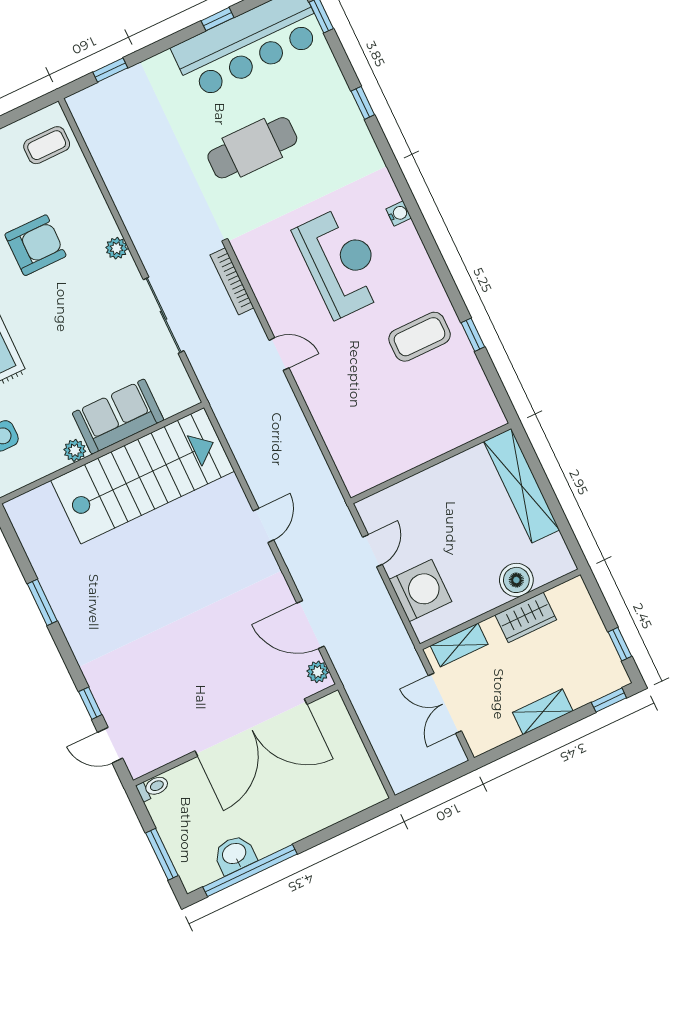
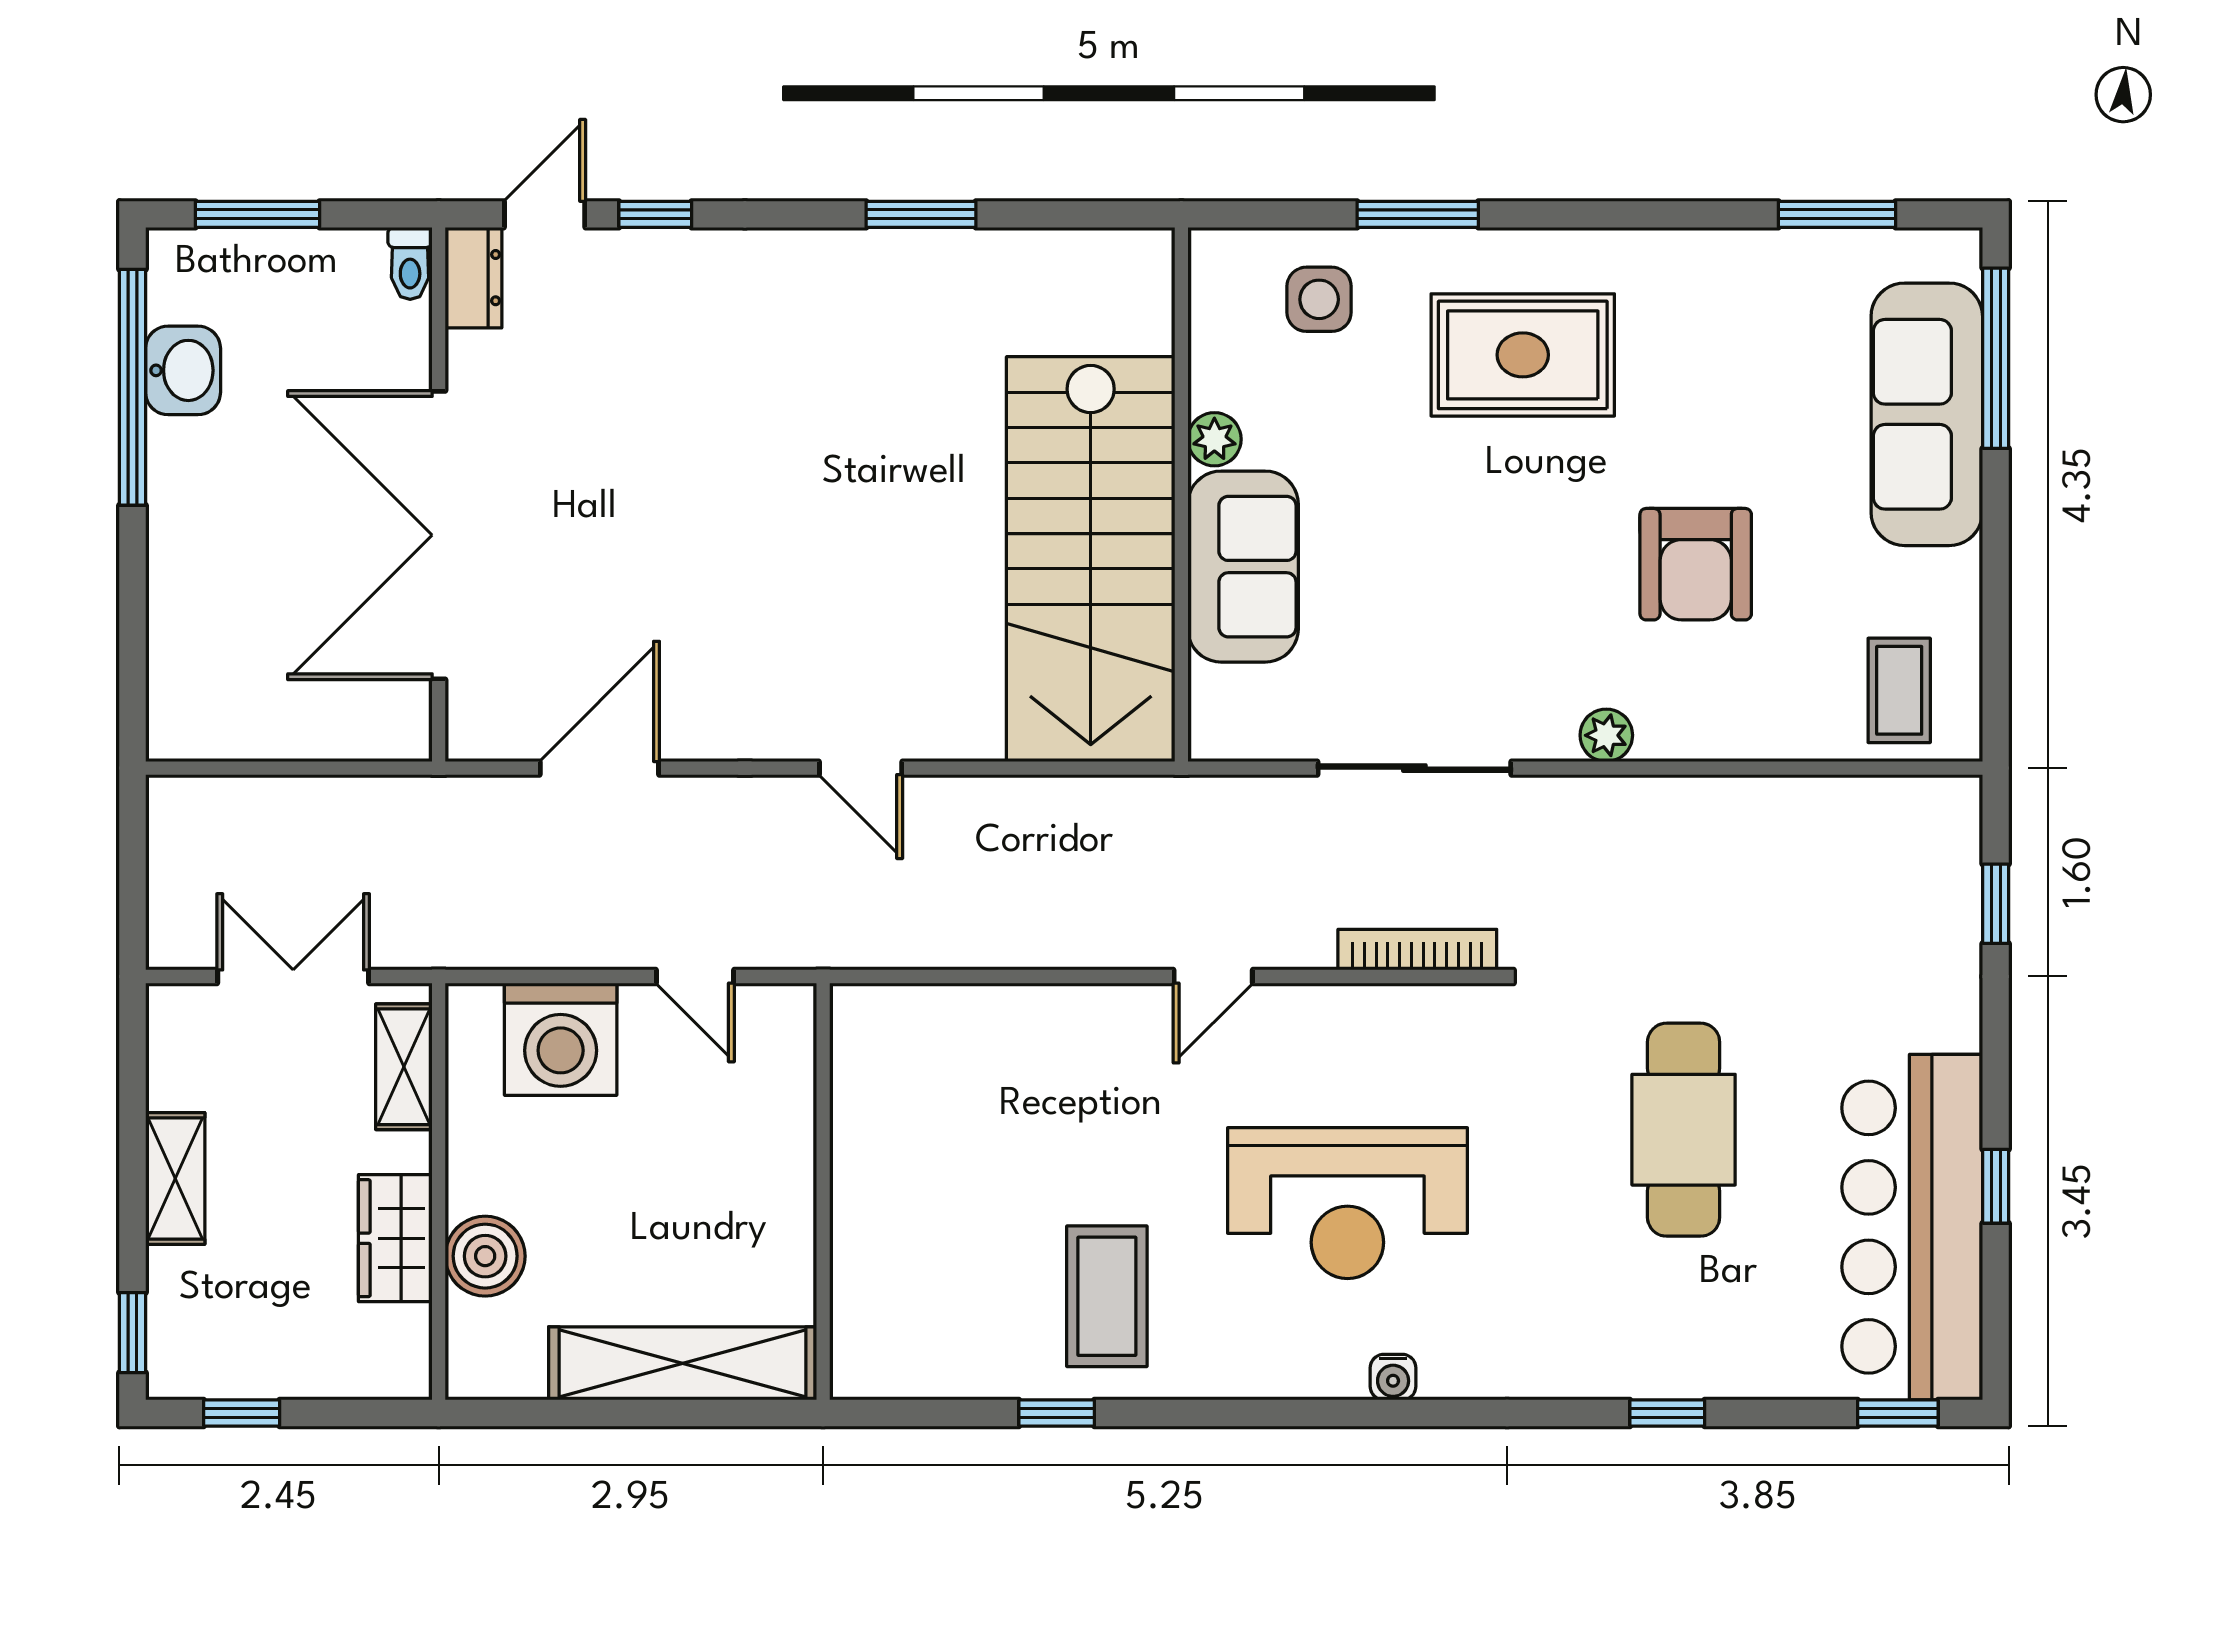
plant: (318, 672) -> (491, 735), removed
dresser: (147, 761) -> (473, 278), added

